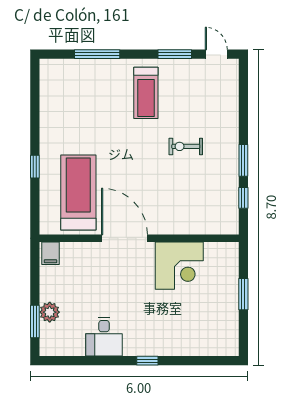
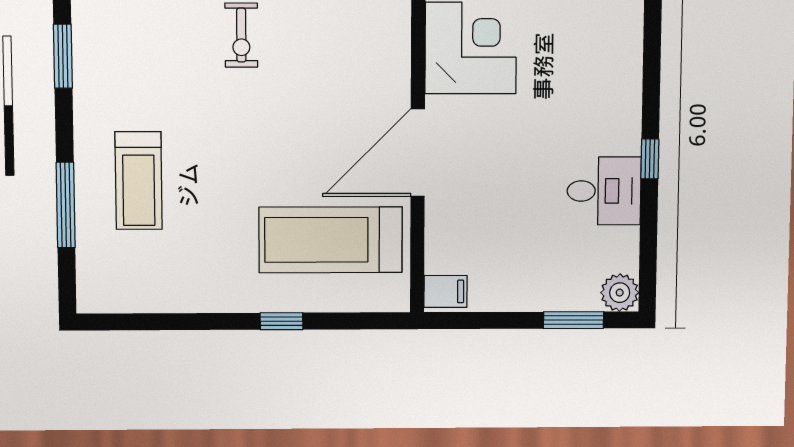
treadmill: (146, 93) -> (139, 181), moved, turned 90
plant: (50, 312) -> (620, 293), moved
window: (147, 361) -> (650, 159), moved

